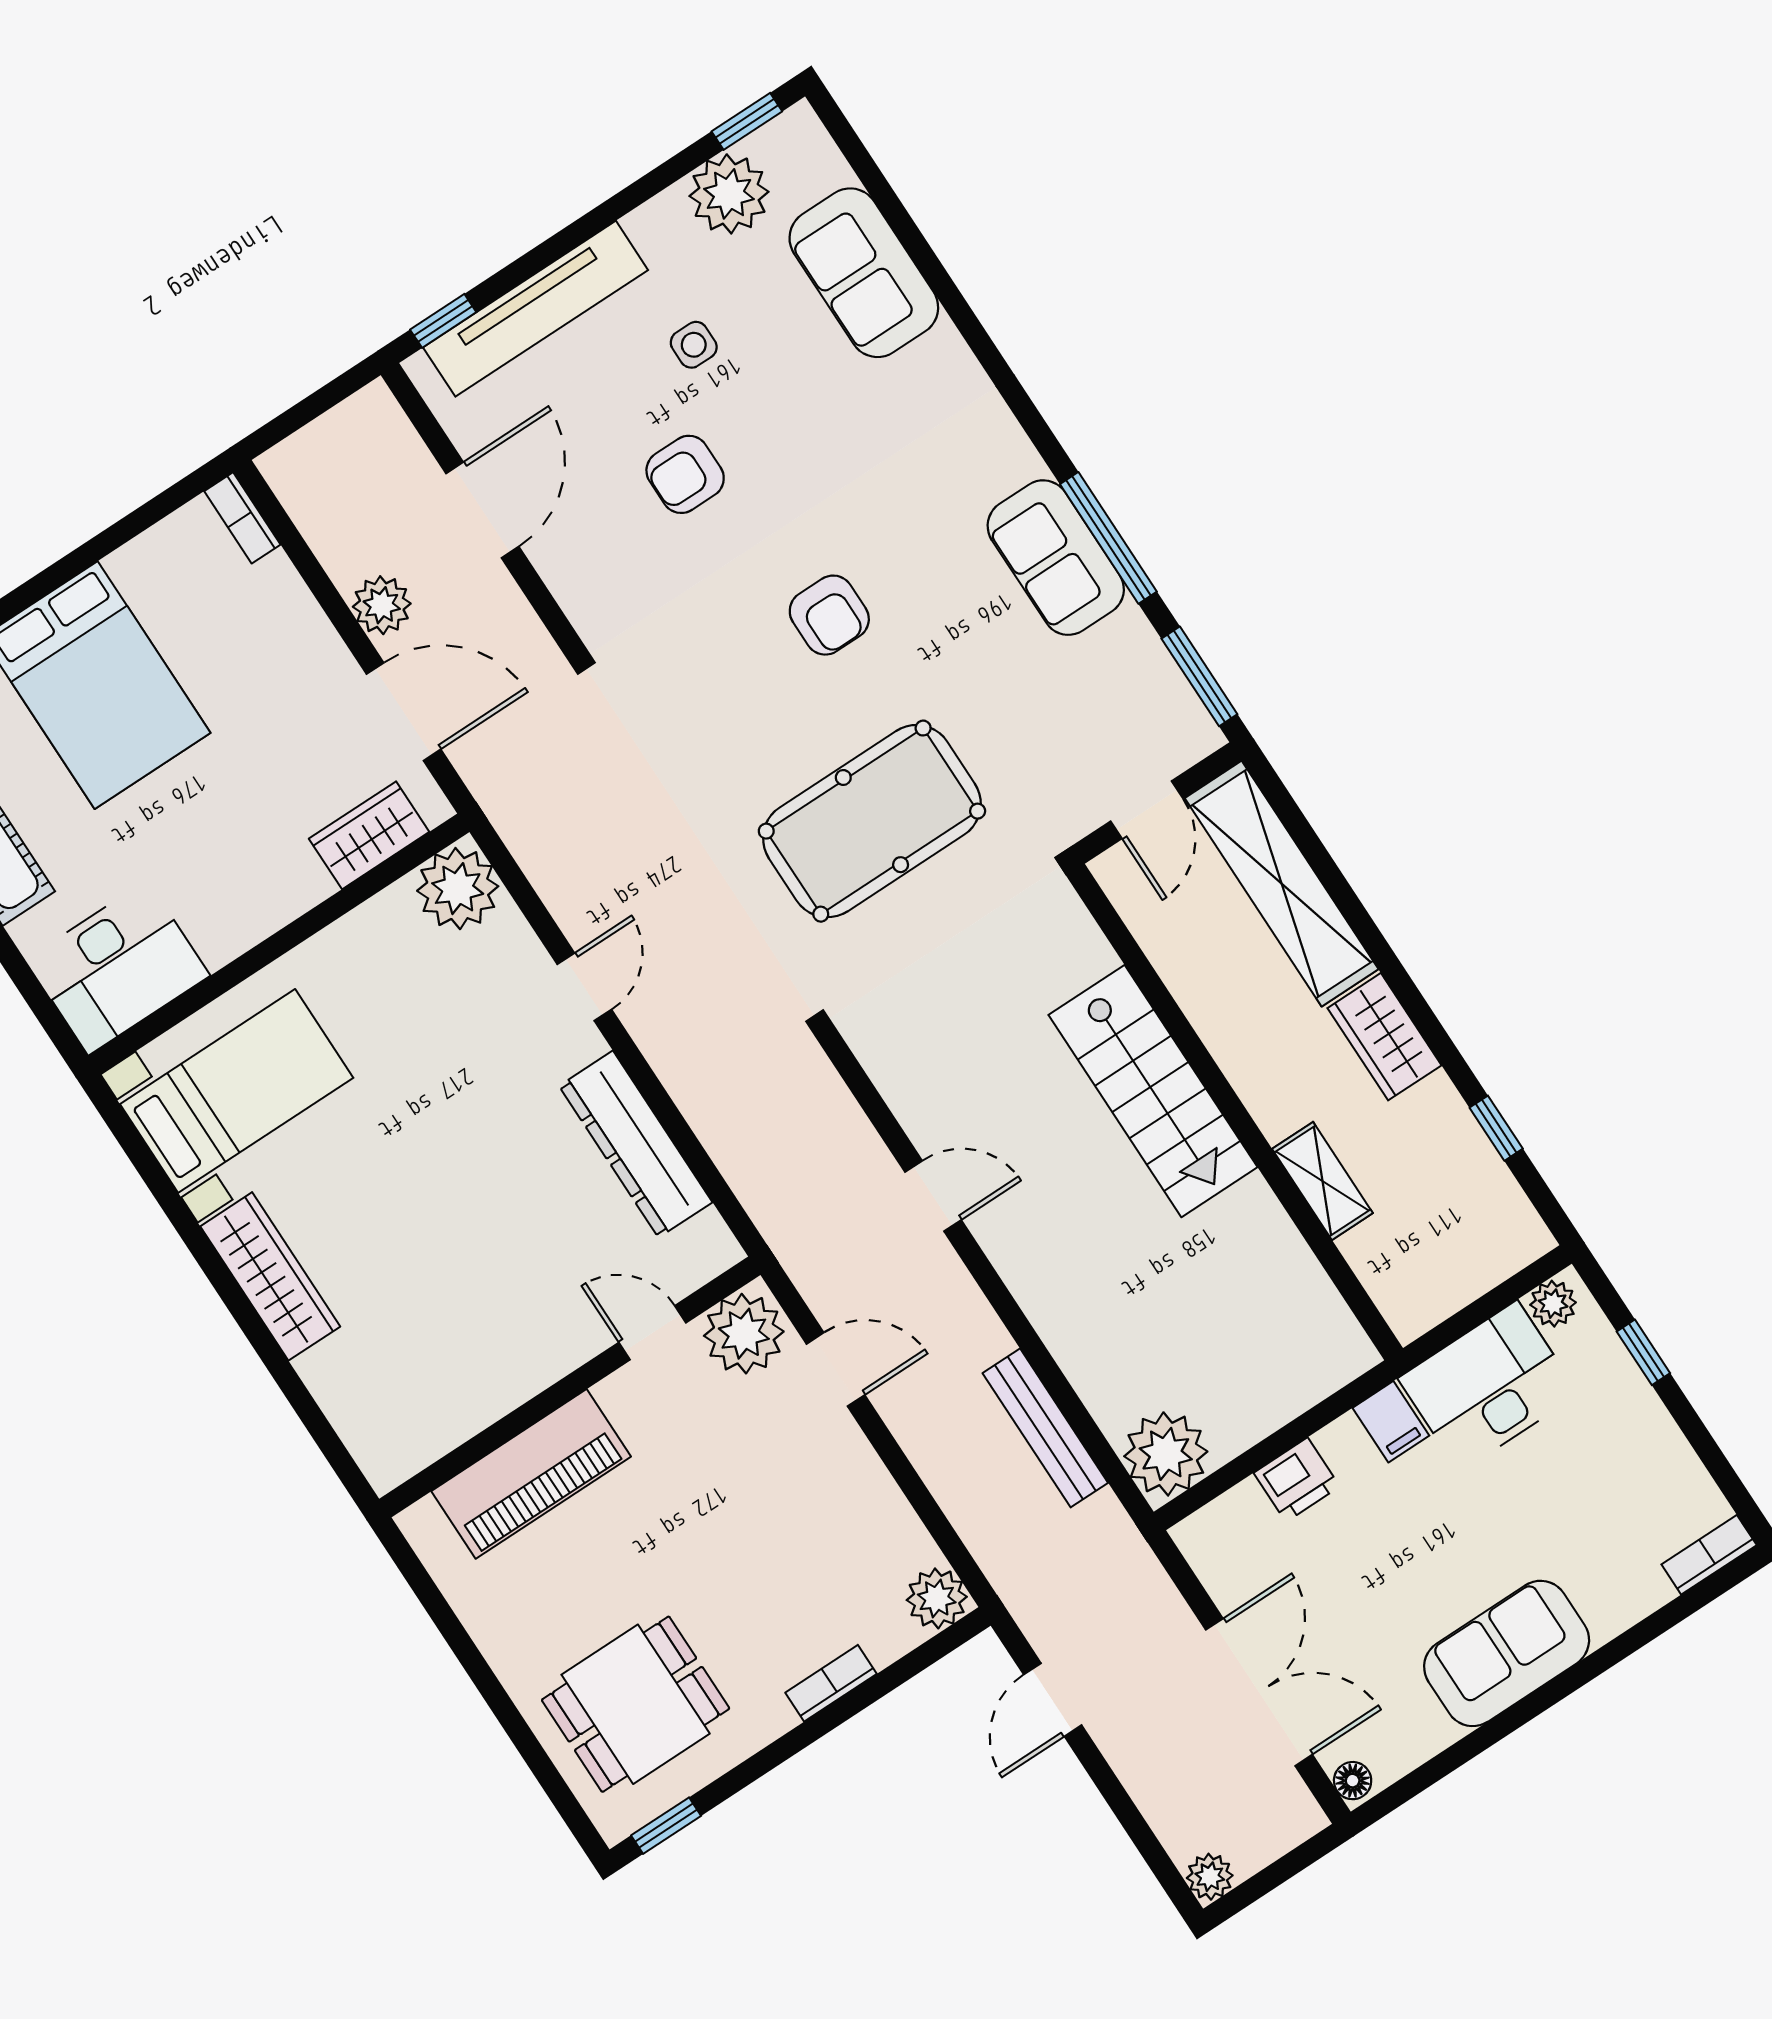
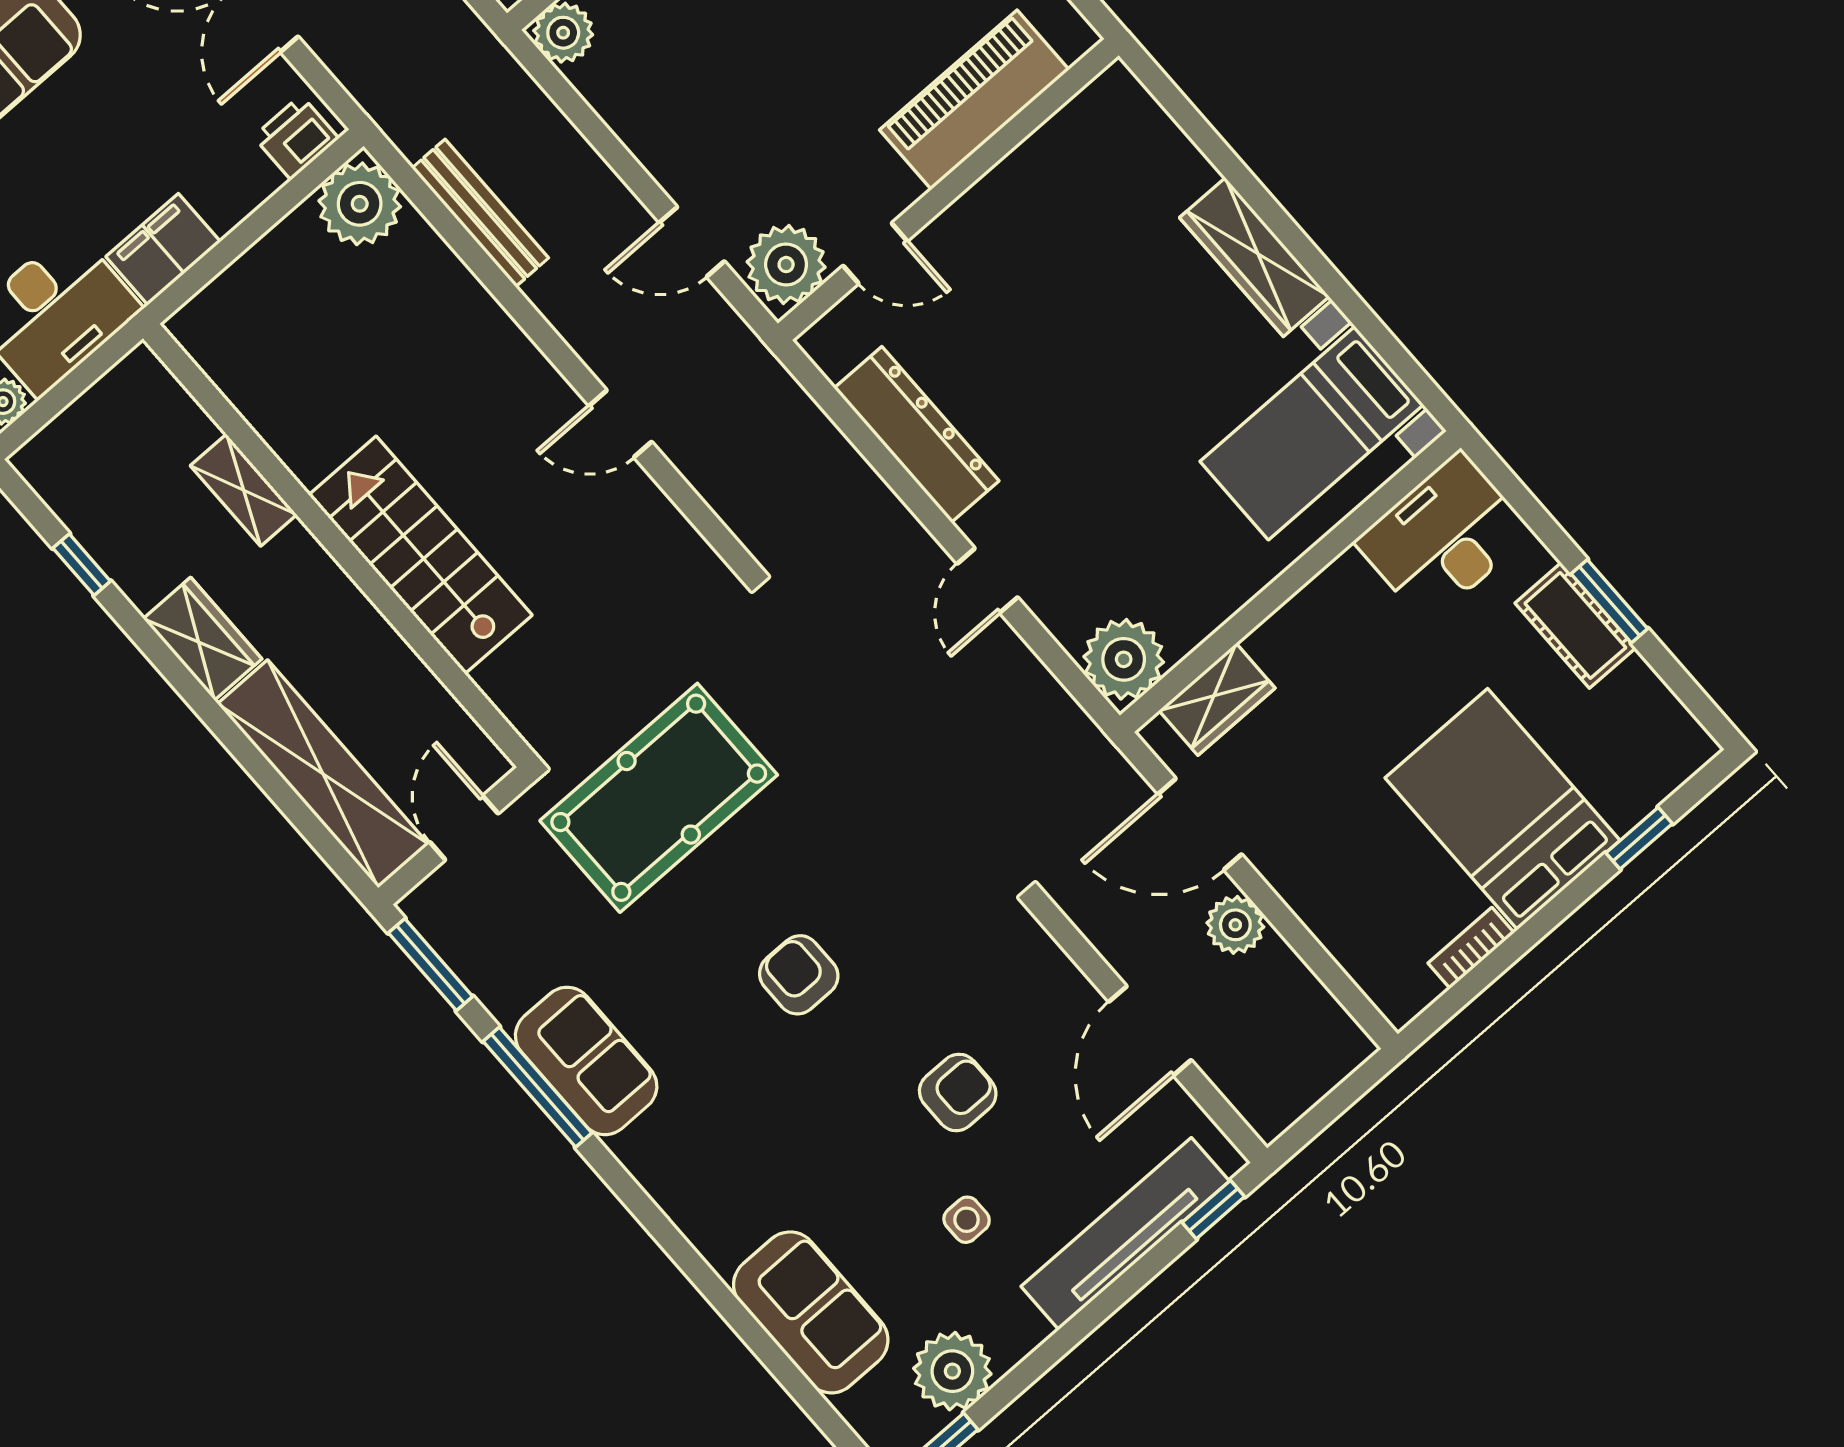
bookcase: (242, 518) -> (1471, 948), moved, turned -90
pool table: (872, 821) -> (659, 798), moved
filing cabinet: (1391, 1422) -> (163, 249), width x2.00
printer: (1297, 1480) -> (296, 138), moved

